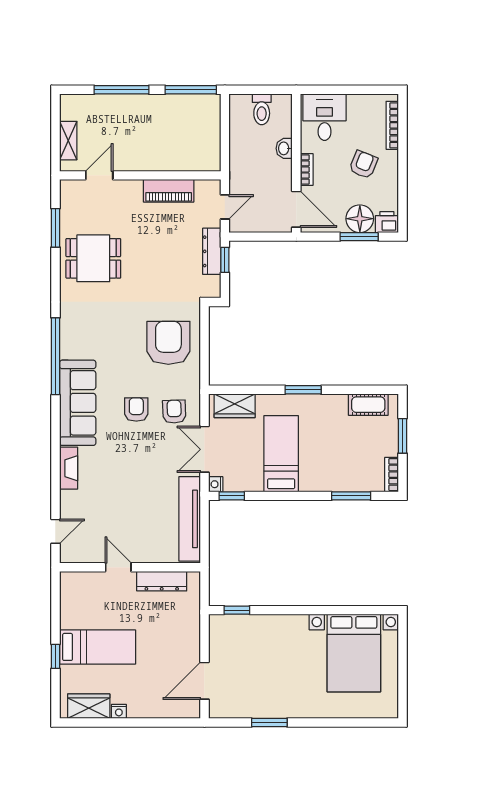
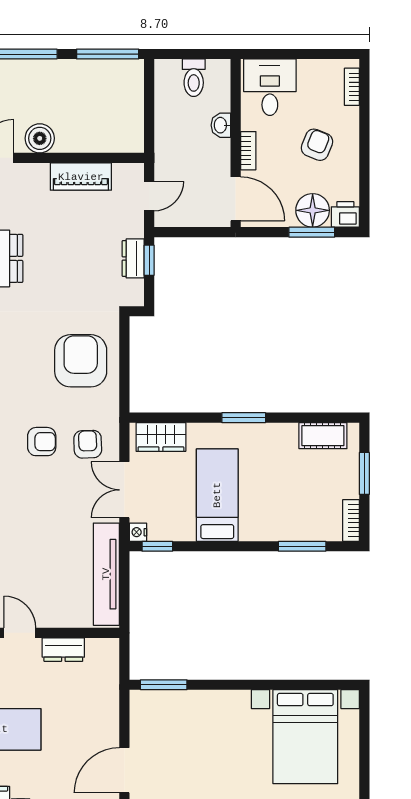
bookcase: (392, 125) -> (352, 87), width x0.64
boiler: (135, 159) -> (40, 138), added
dresser: (212, 251) -> (133, 258), width x0.70
armchair: (136, 410) -> (42, 442), turned 90
dresser: (162, 581) -> (63, 650), width x0.70
window: (237, 610) -> (164, 685), width x1.50

